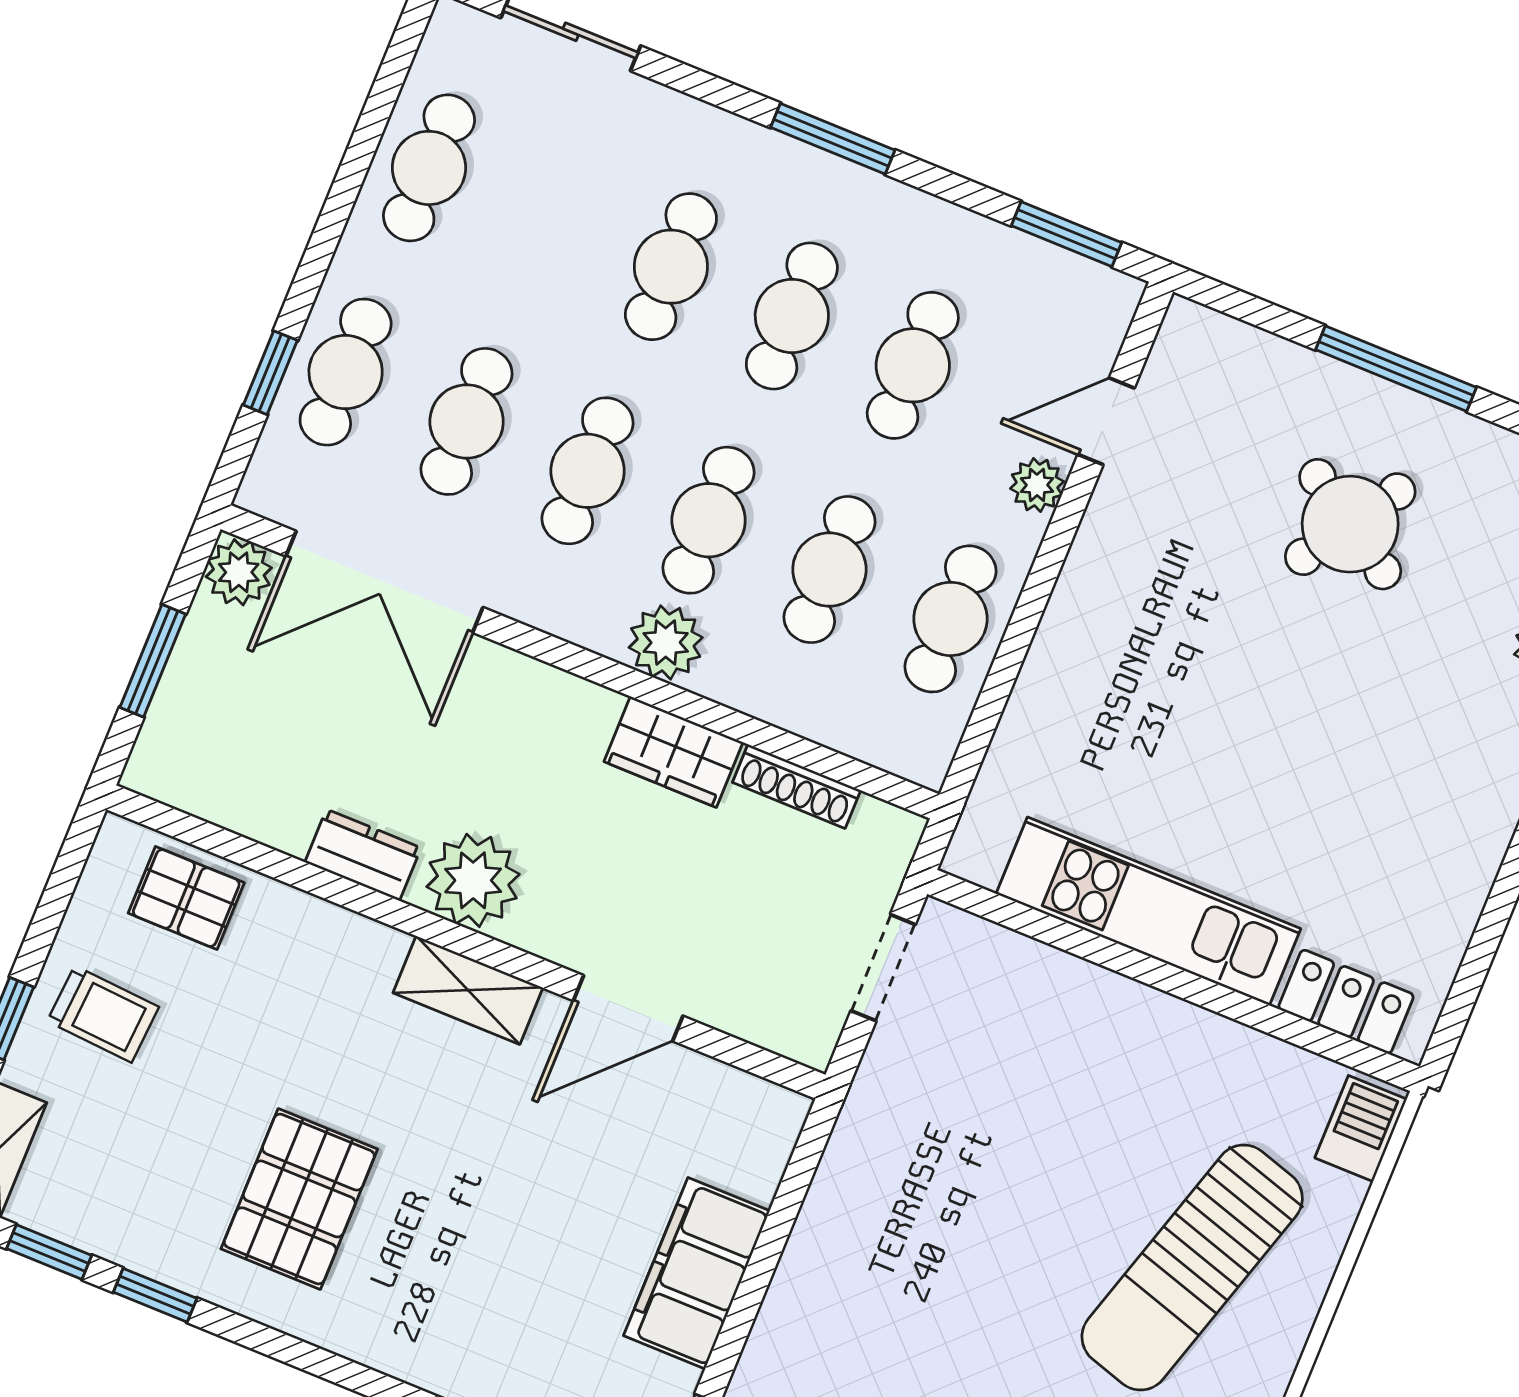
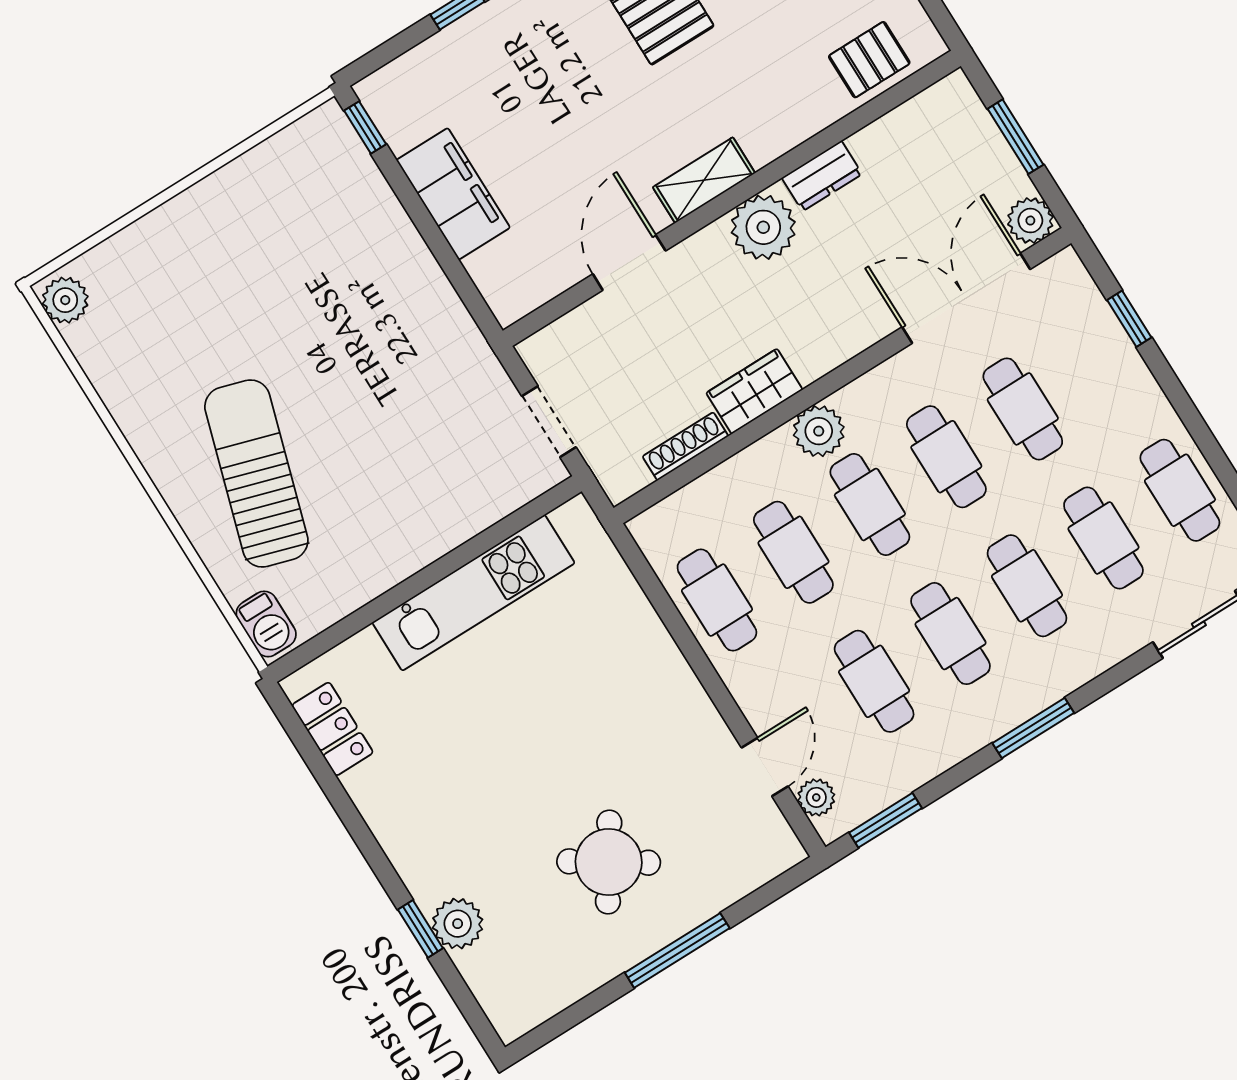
cafe table: (346, 372) -> (1103, 538), moved
plant: (1037, 485) -> (816, 797), moved
locker: (1346, 1002) -> (332, 729), moved, turned -90

